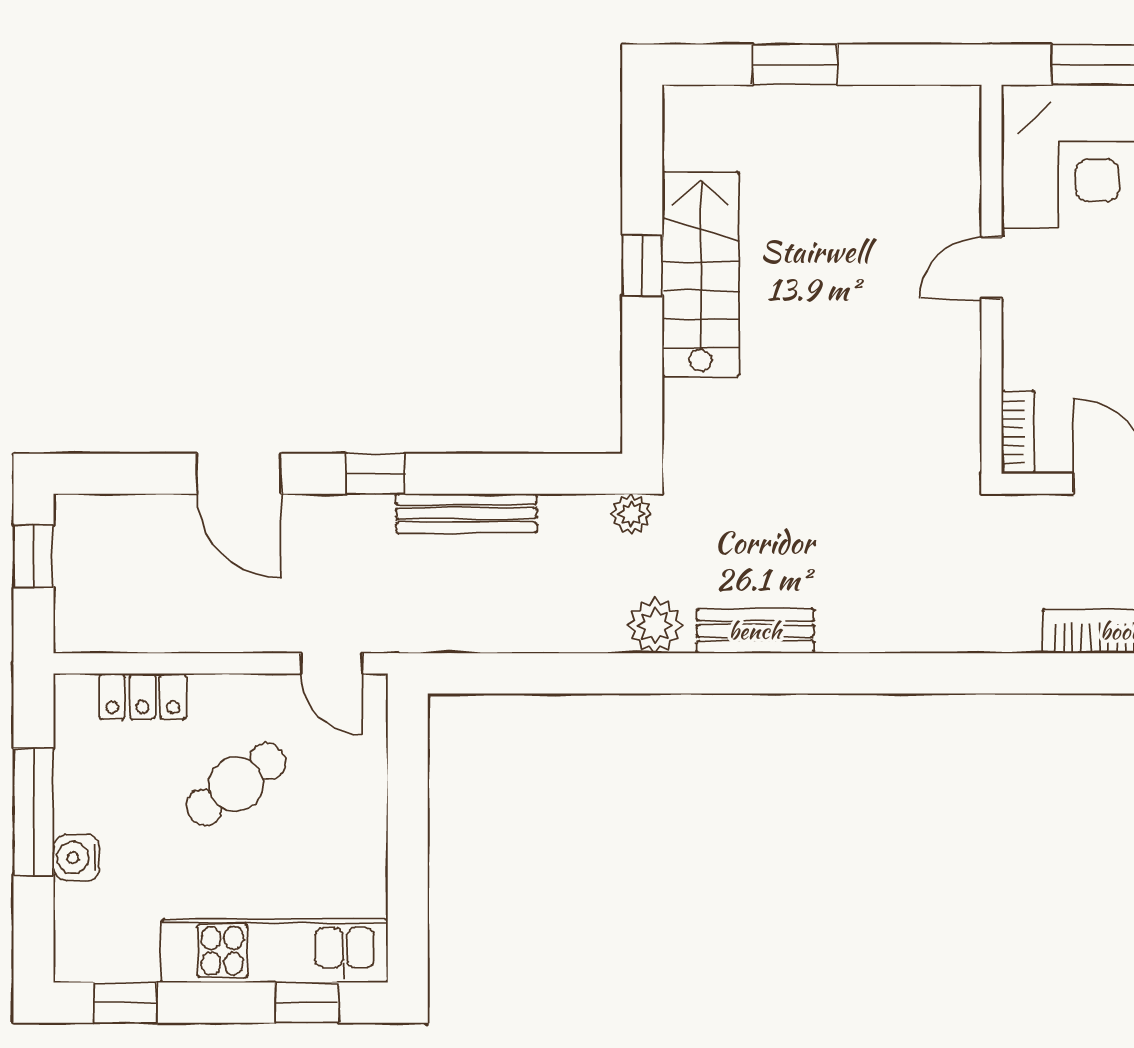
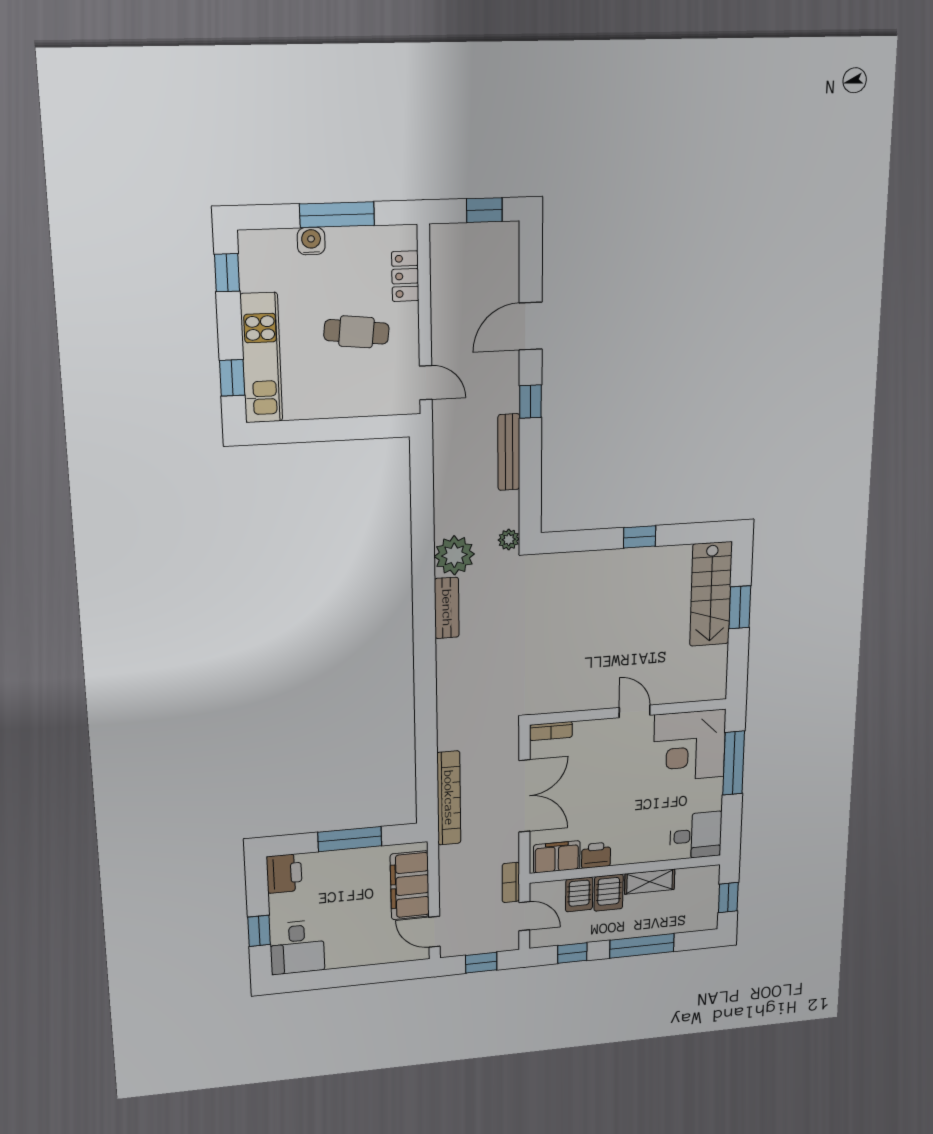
stairs: (701, 274) -> (711, 594), moved, turned 90
plant: (655, 626) -> (454, 555), width x1.36, depth x1.36
door: (332, 663) -> (426, 383), swing flipped
cafe table: (236, 784) -> (356, 332), turned -48

